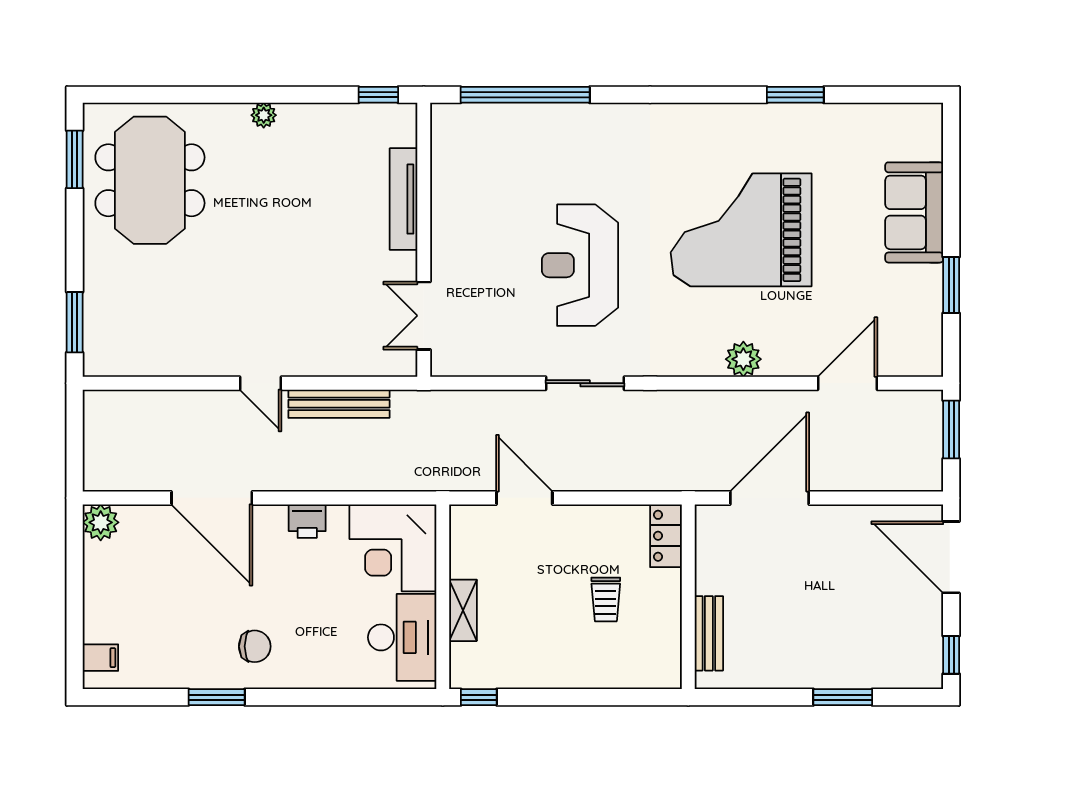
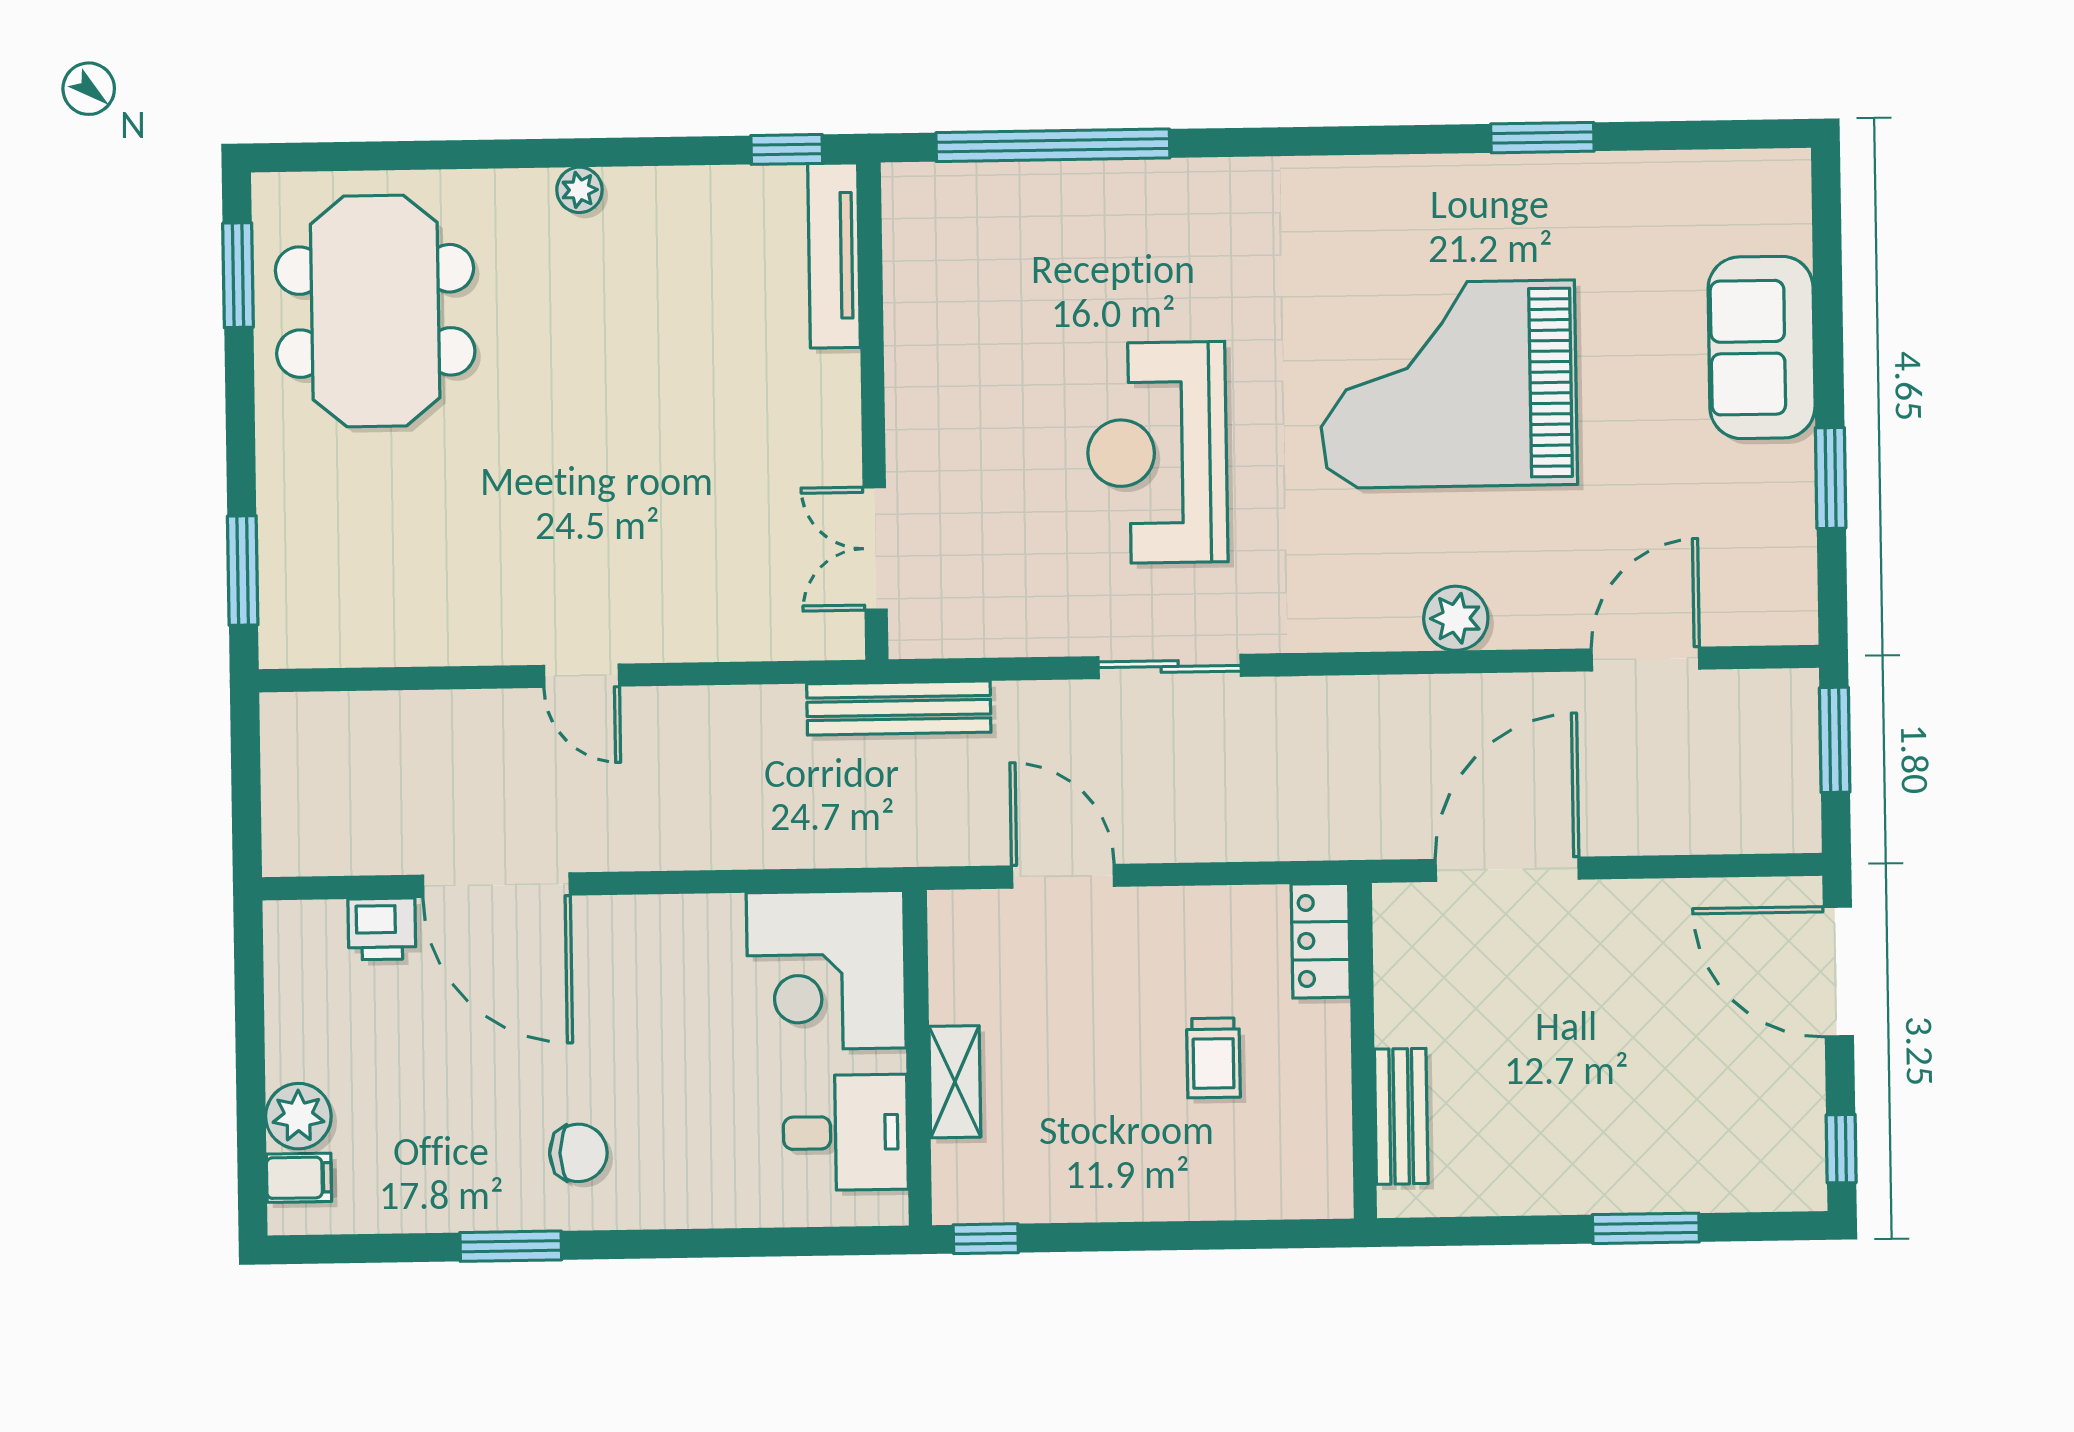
tv unit: (403, 199) -> (834, 255), moved
bench: (339, 404) -> (899, 708), moved
printer: (307, 521) -> (382, 929), moved
plant: (101, 522) -> (298, 1116), moved
desk: (402, 637) -> (845, 1132), width x0.73

